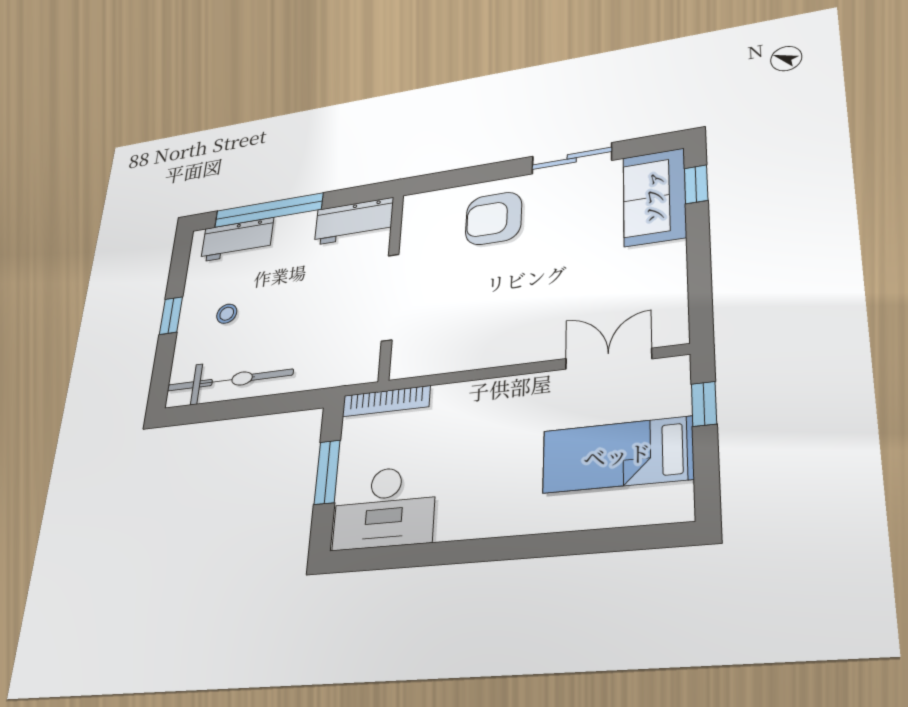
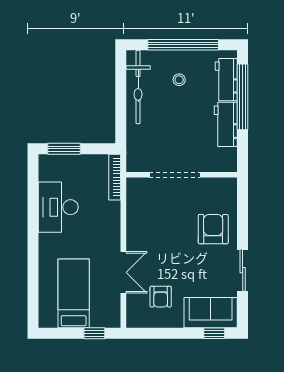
workbench: (354, 221) -> (226, 124), moved
armchair: (623, 288) -> (161, 297), added
window: (171, 316) -> (183, 45), width x3.17
double door: (608, 359) -> (123, 272), moved
window: (327, 472) -> (64, 149), moved
desk: (384, 507) -> (58, 207), moved

